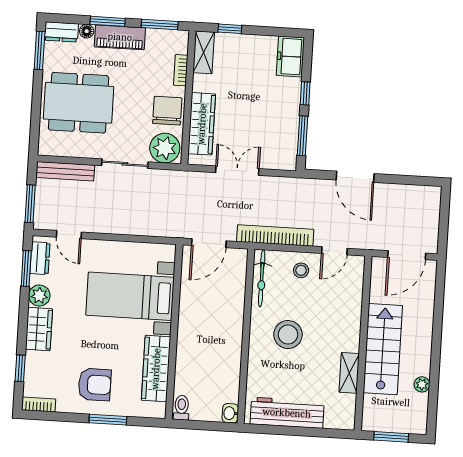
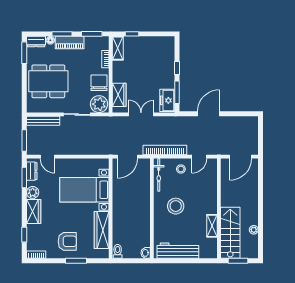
freezer: (290, 56) -> (167, 100), moved
wardrobe: (202, 124) -> (119, 95), width x0.67
door: (355, 177) -> (208, 114), swing flipped
stairs: (383, 349) -> (230, 233), moved

